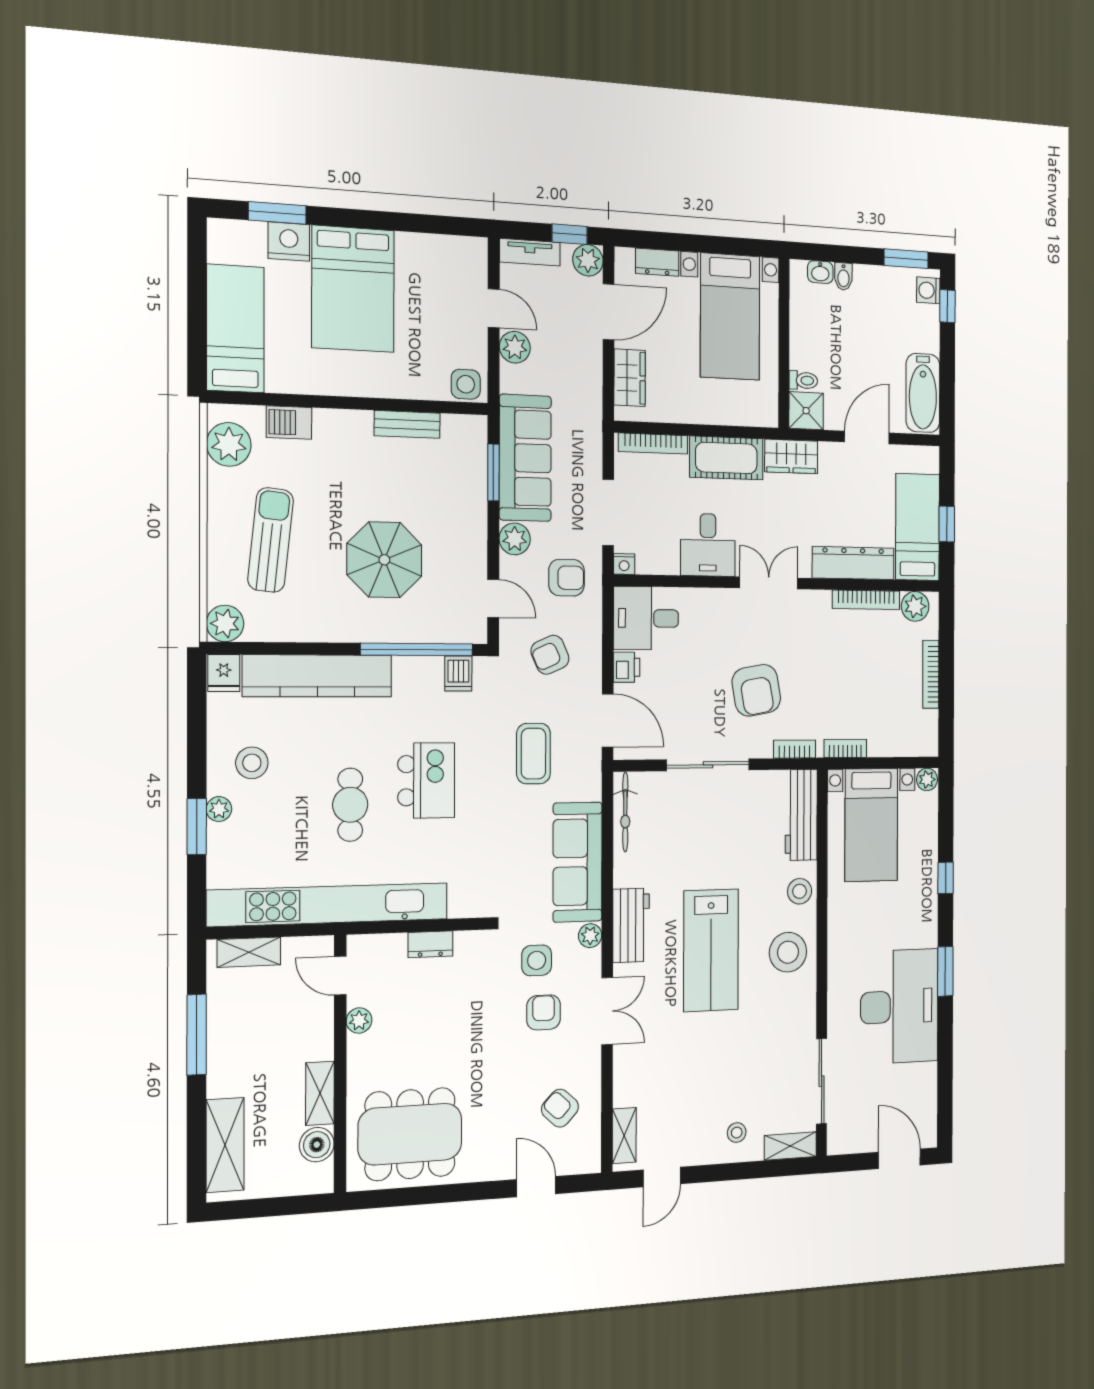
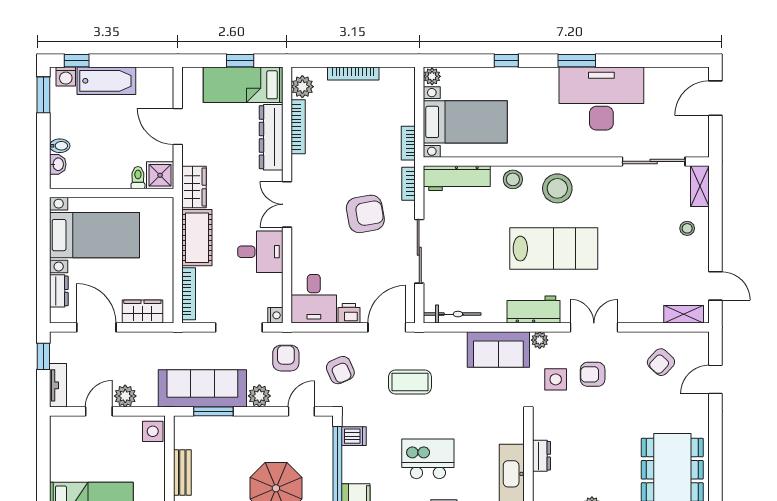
plant: (588, 260) -> (61, 343), removed
bathtub: (923, 393) -> (106, 81), moved
sofa: (578, 862) -> (498, 350), width x0.73

